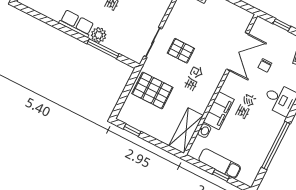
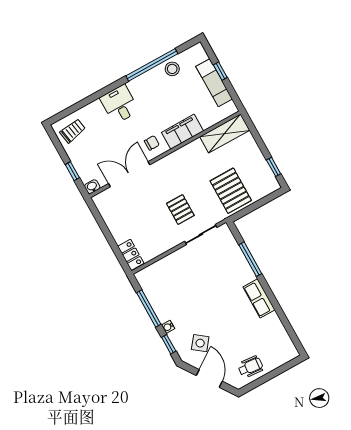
plant: (99, 35) -> (246, 274), removed
chair: (265, 65) -> (152, 143), moved
washbasin: (204, 131) -> (92, 187), moved
stool: (258, 153) -> (172, 69), added

